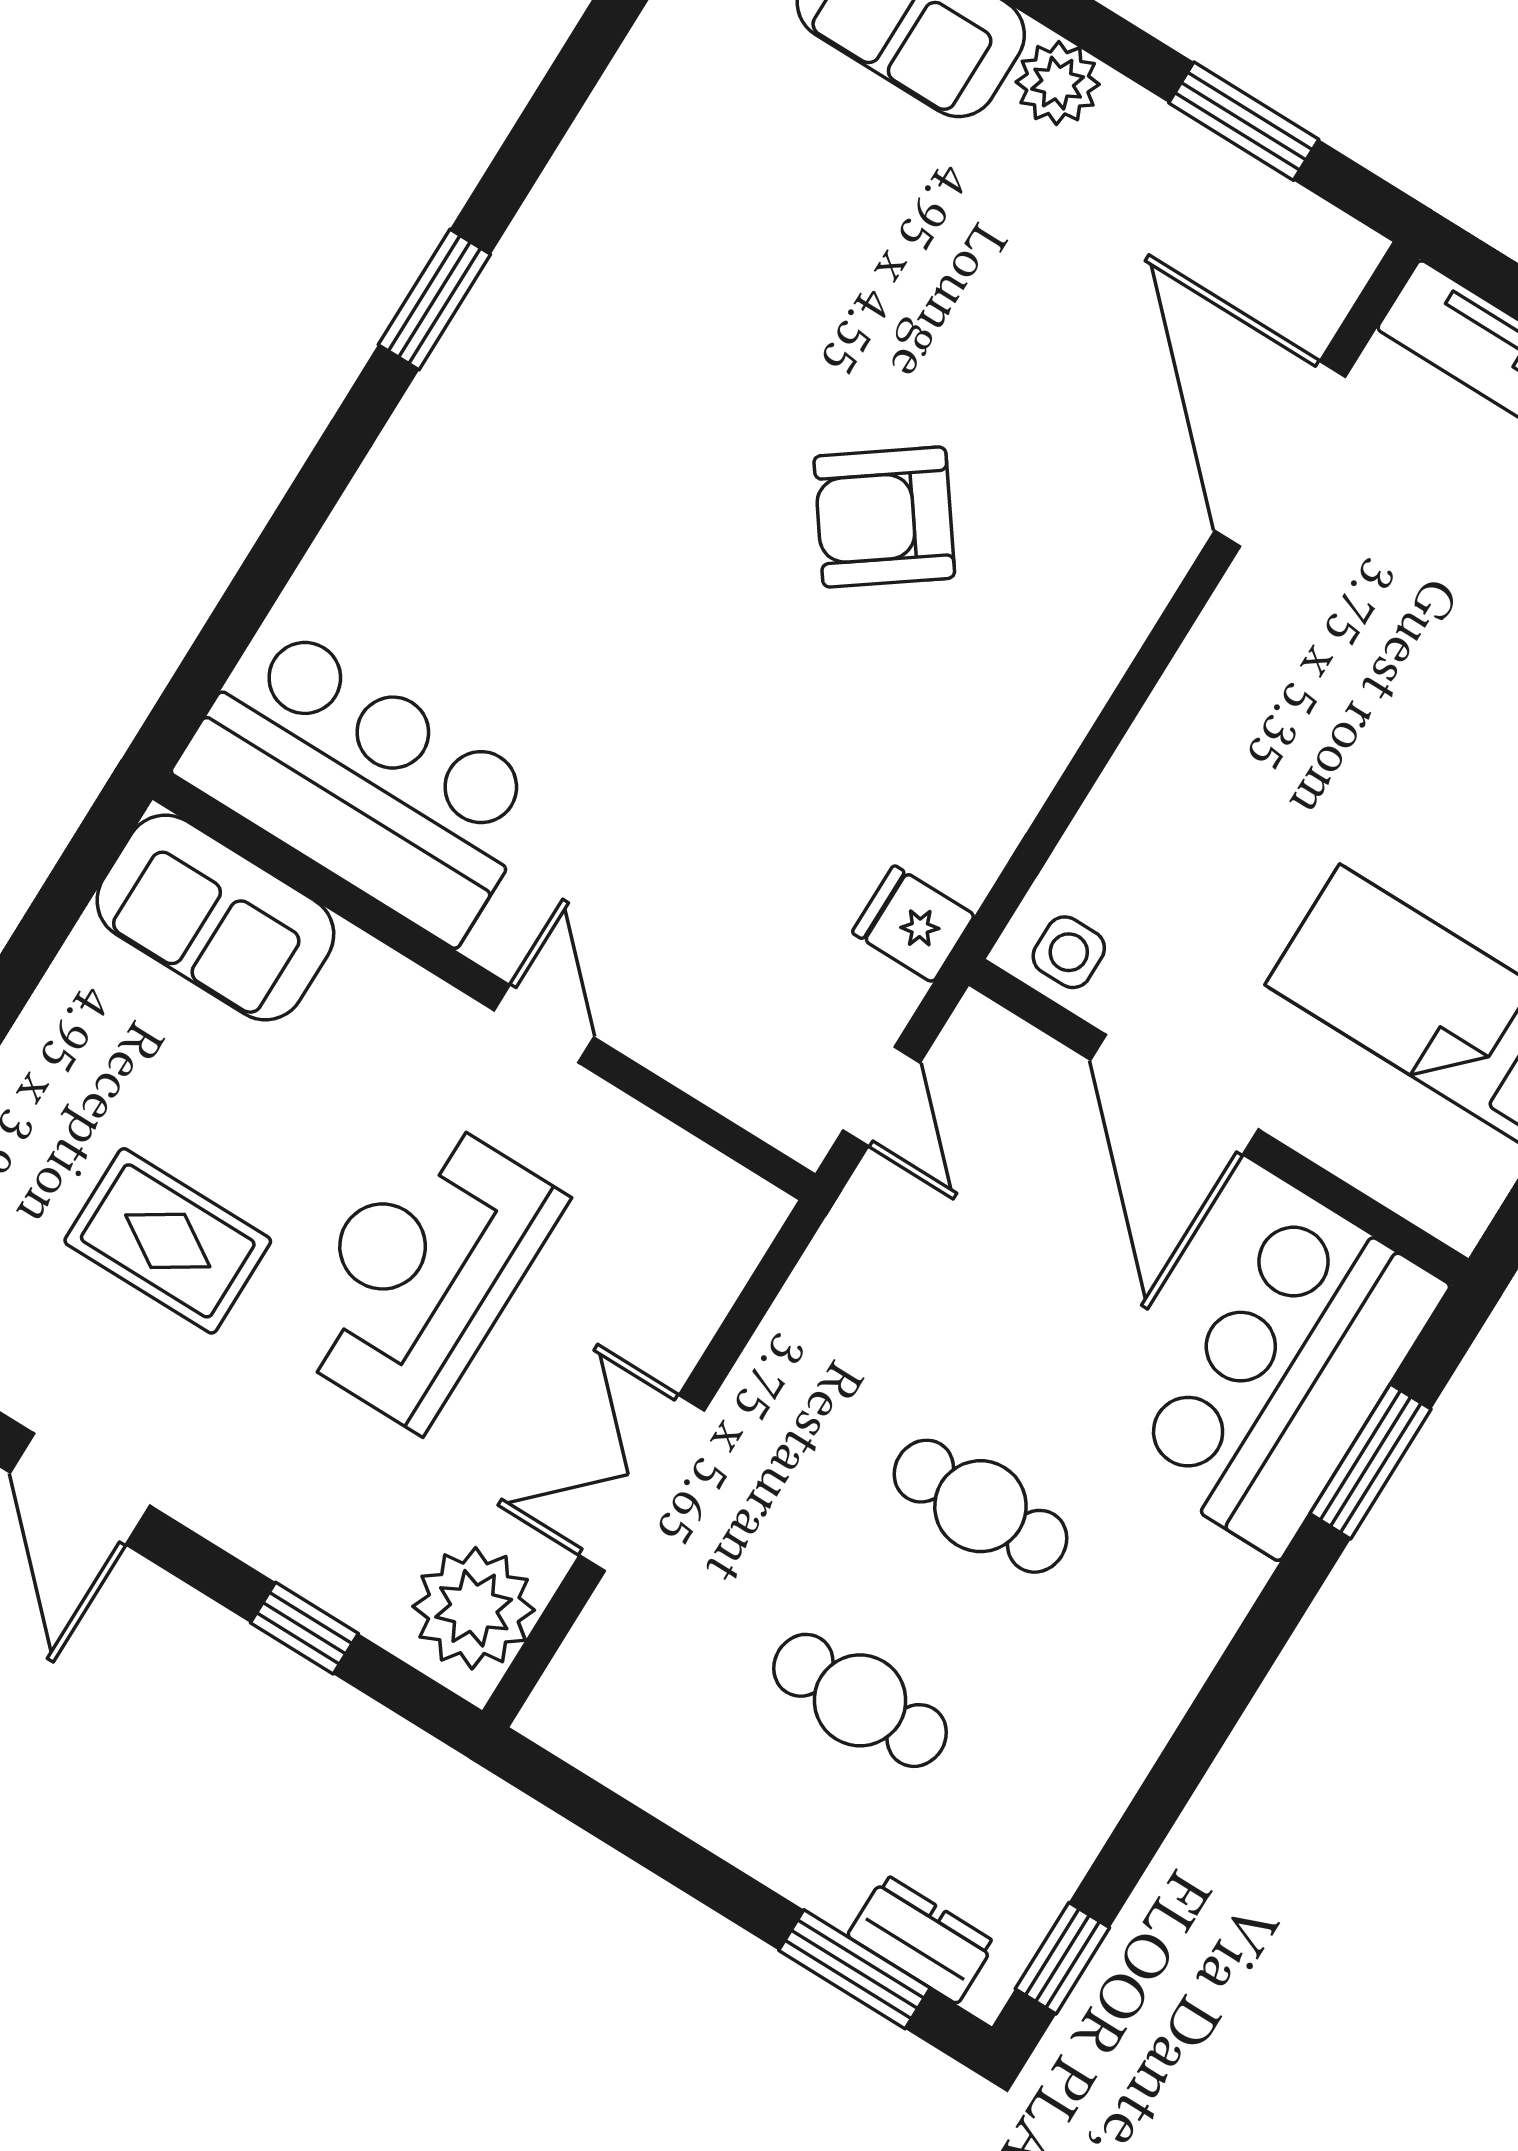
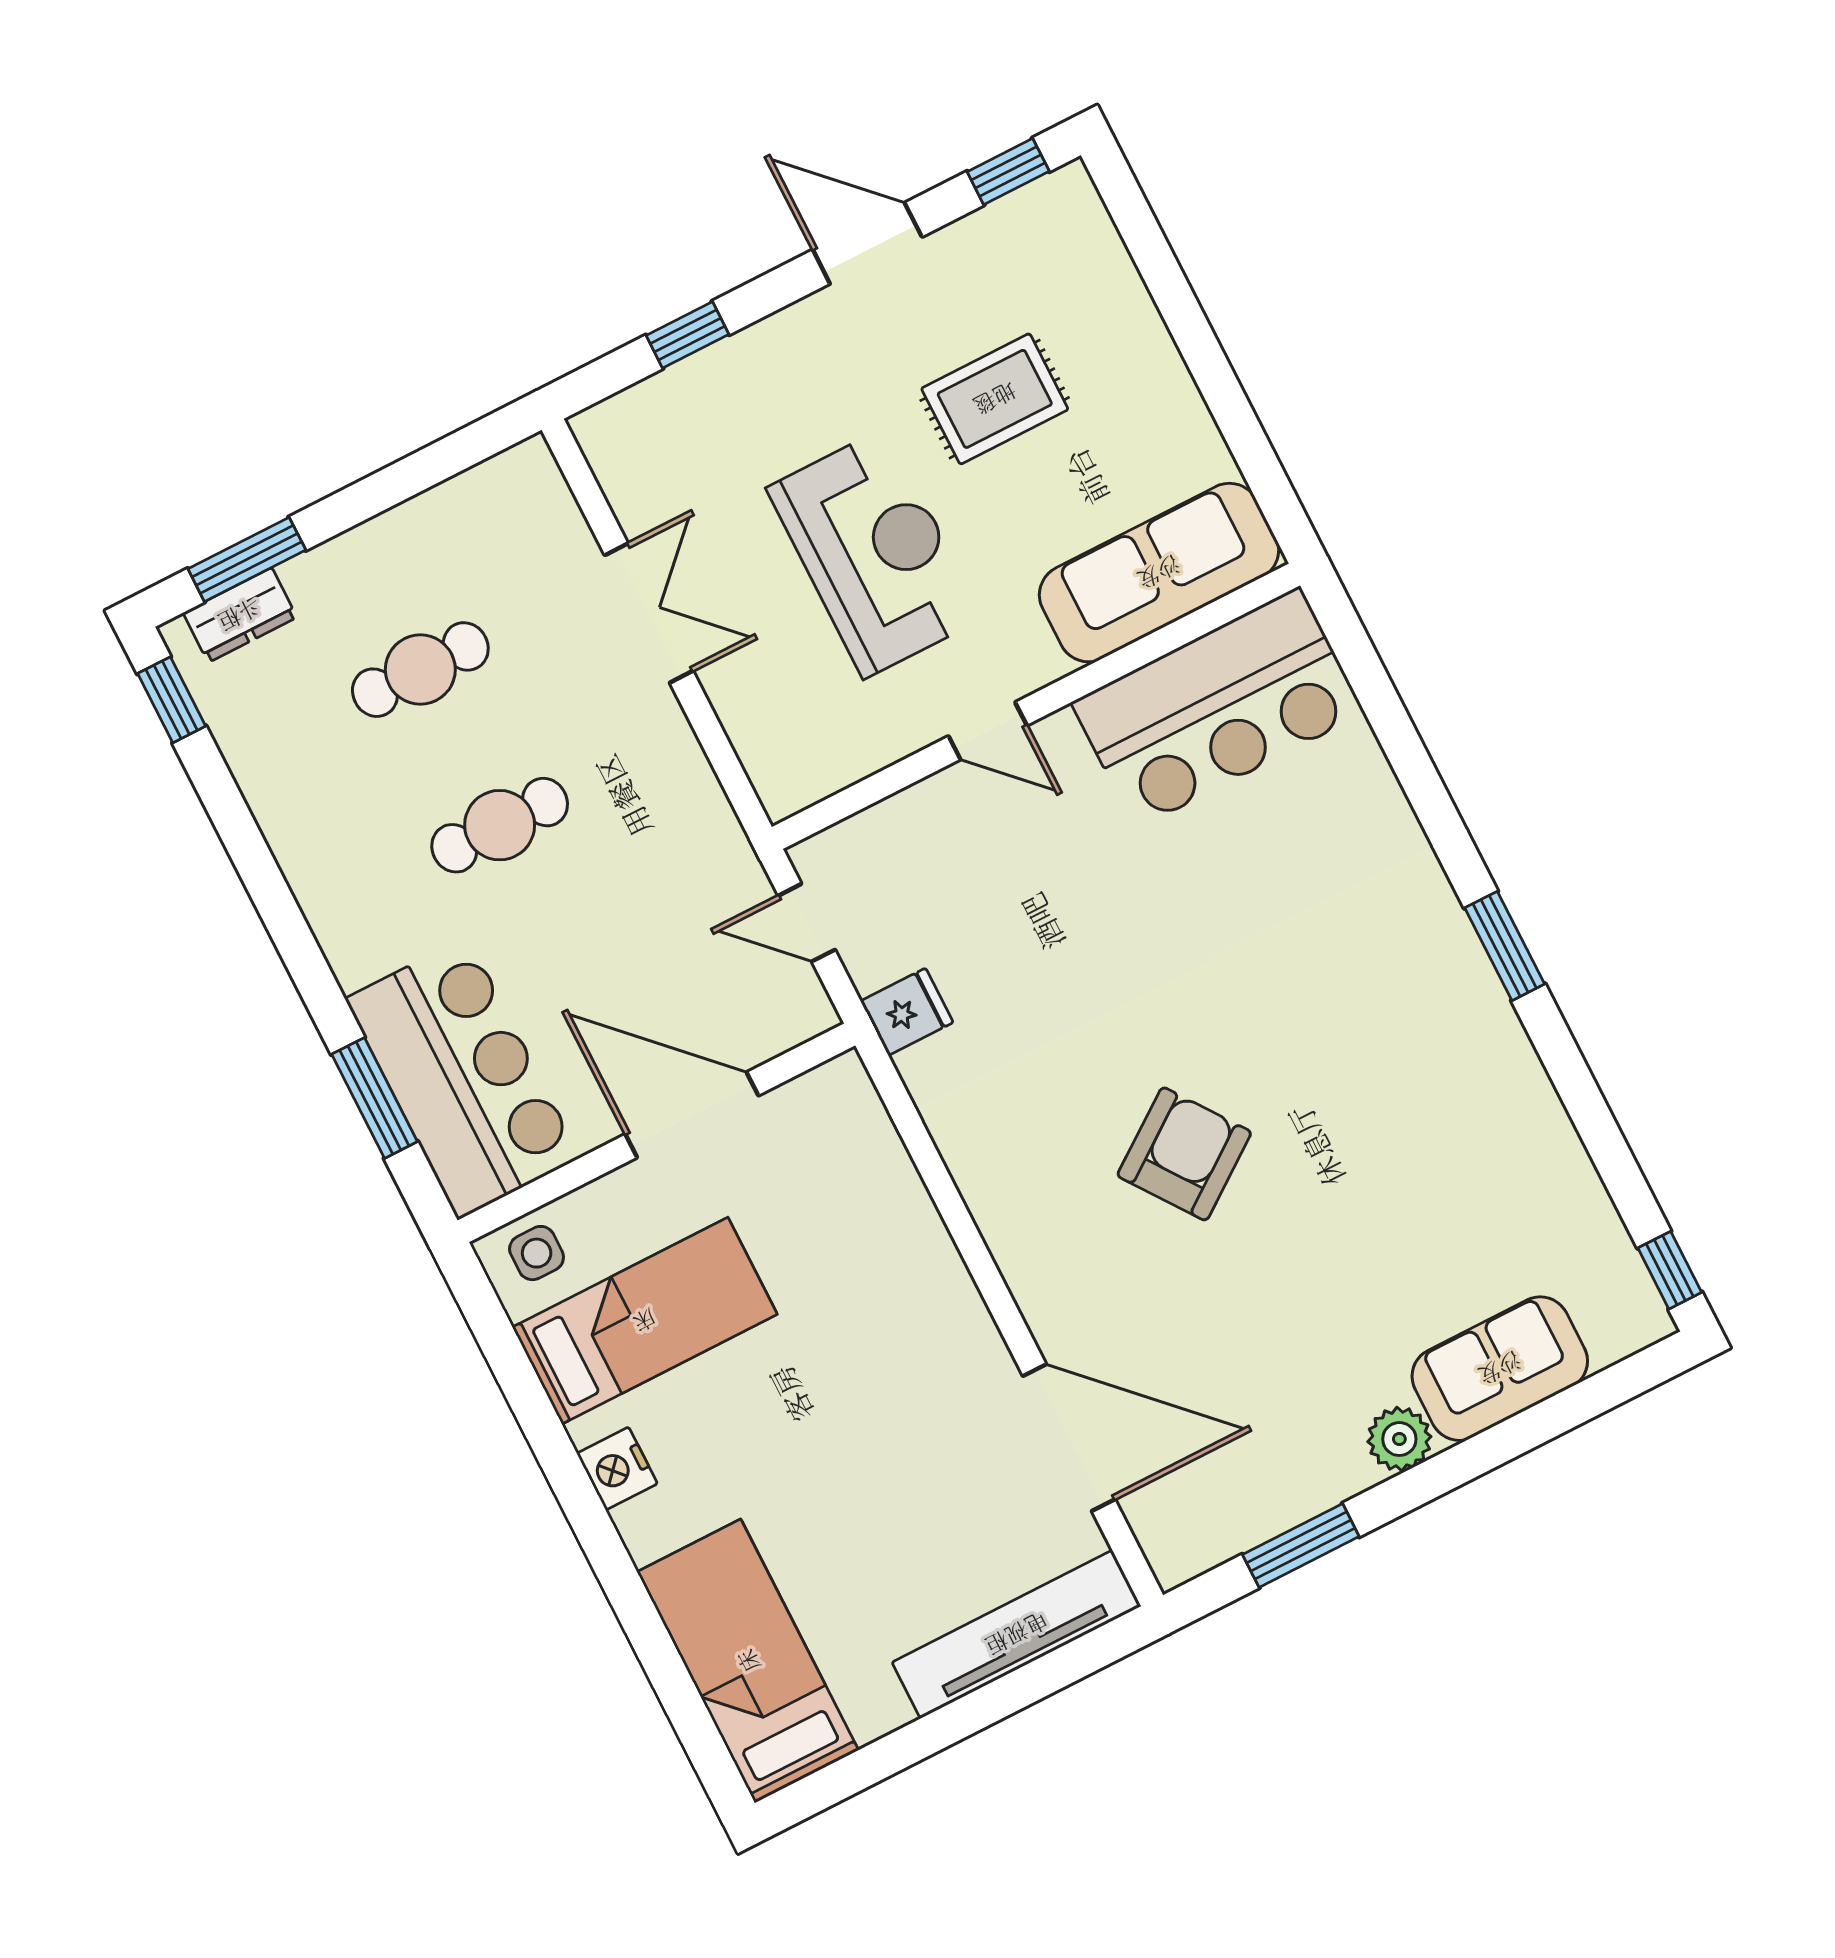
sofa: (215, 917) -> (1159, 573), width x1.36
side table: (1069, 952) -> (537, 1253), moved
plant: (474, 1608) -> (634, 453), removed

